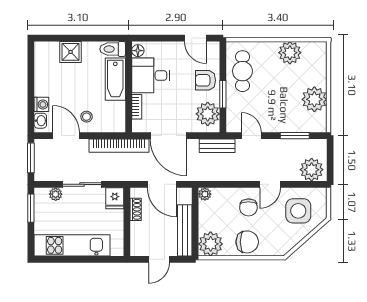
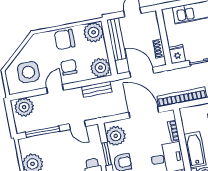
window: (295, 136) -> (43, 132), width x1.44
bench: (217, 146) -> (97, 89), moved
plant: (205, 194) -> (100, 68), width x1.88, depth x1.88

